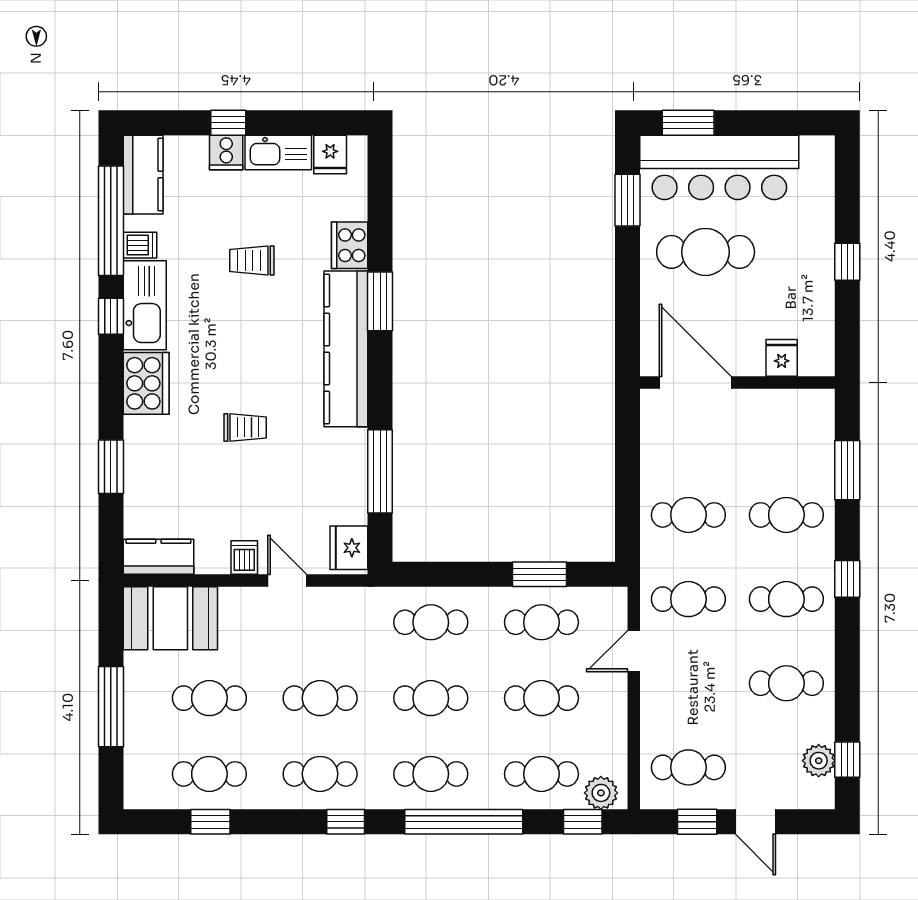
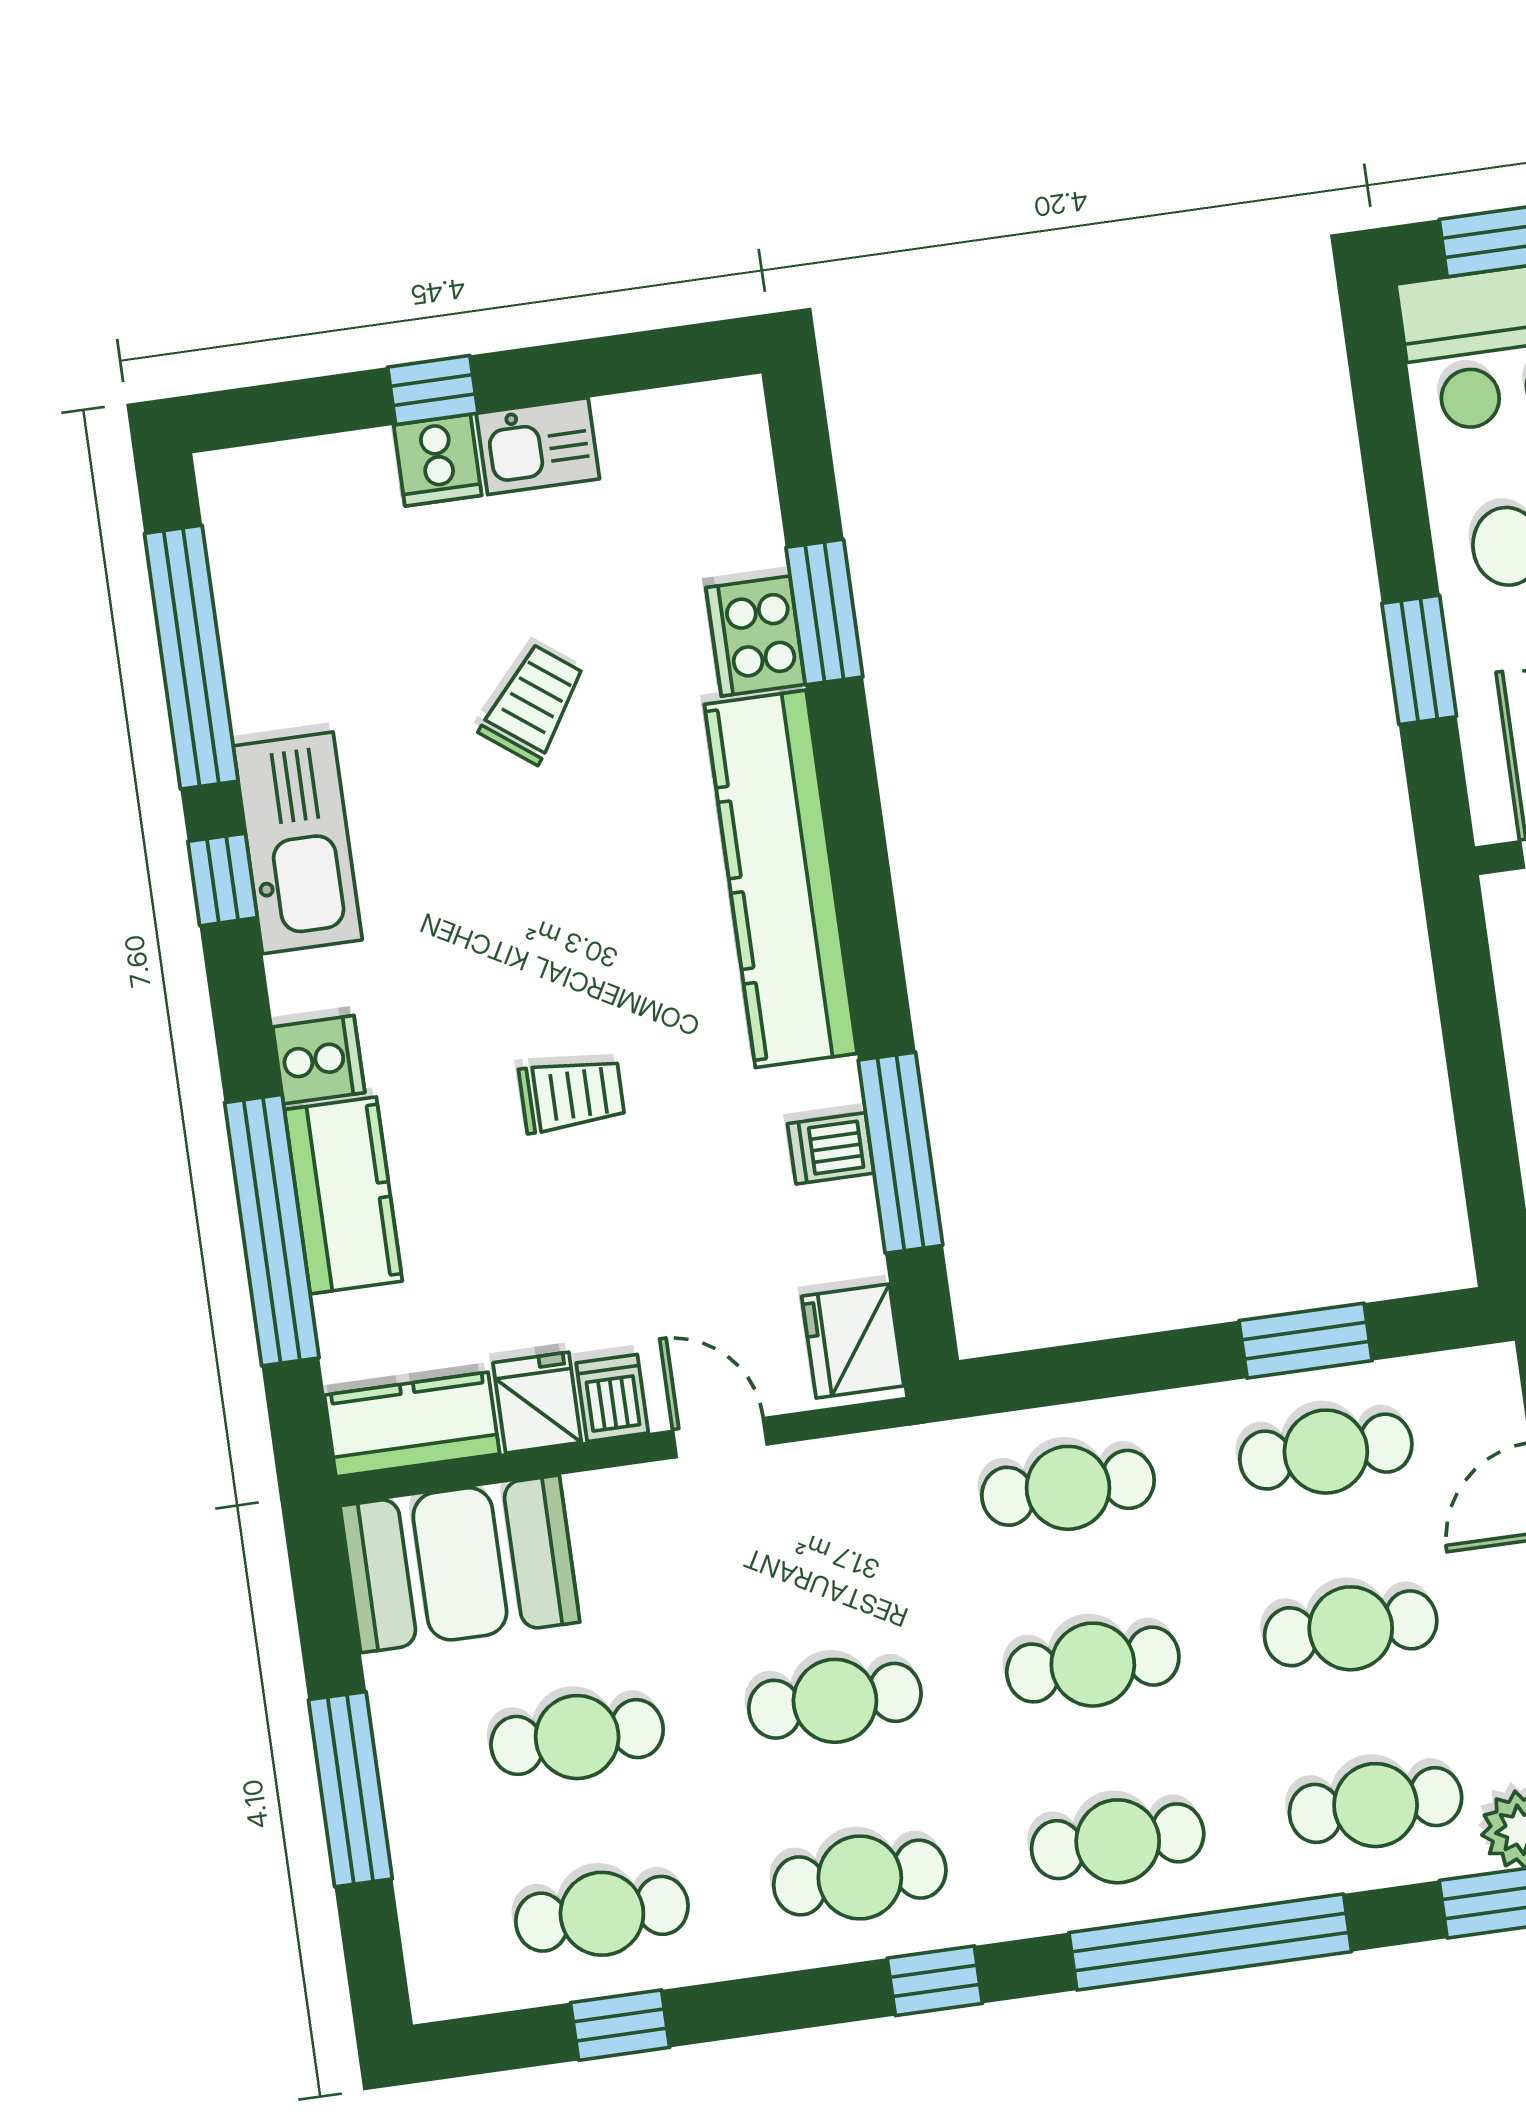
kitchen sink: (278, 152) -> (538, 446), width x0.73
fridge: (330, 154) -> (537, 1403), moved, turned 180
kitchen counter: (143, 175) -> (343, 1195), moved
window: (628, 200) -> (1419, 660), moved
dishwasher: (140, 245) -> (831, 1148), moved, turned 180
trolley: (252, 261) -> (533, 704), turned 127
window: (380, 301) -> (824, 612), moved
cooker: (146, 383) -> (319, 1060), width x0.53, depth x0.76
window: (111, 467) -> (272, 1230), width x2.11

